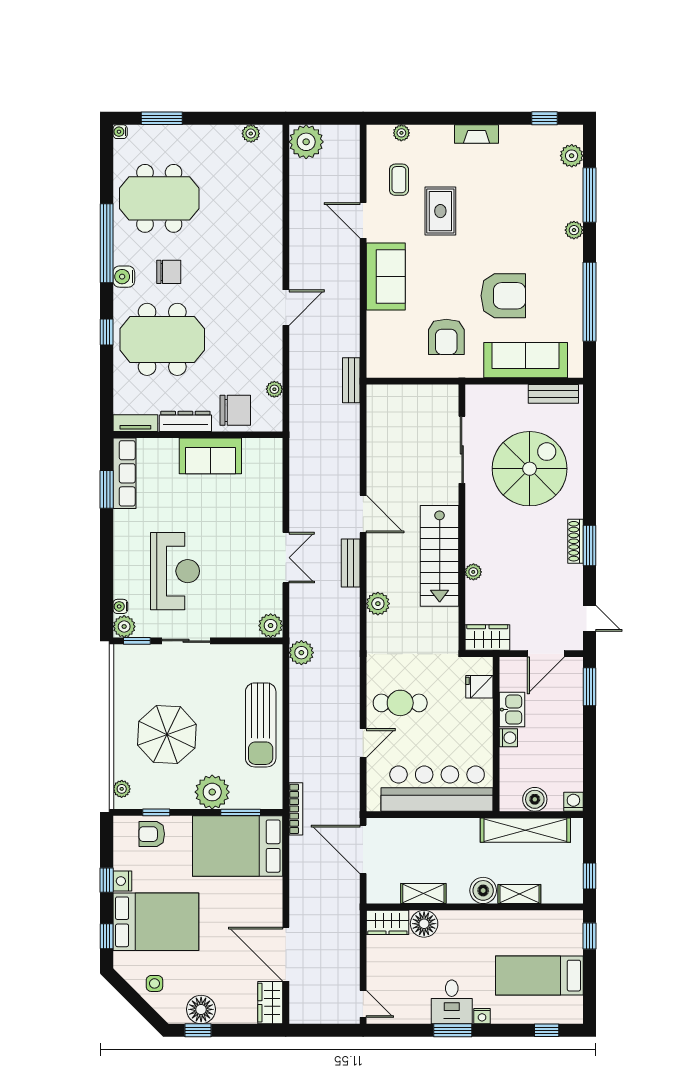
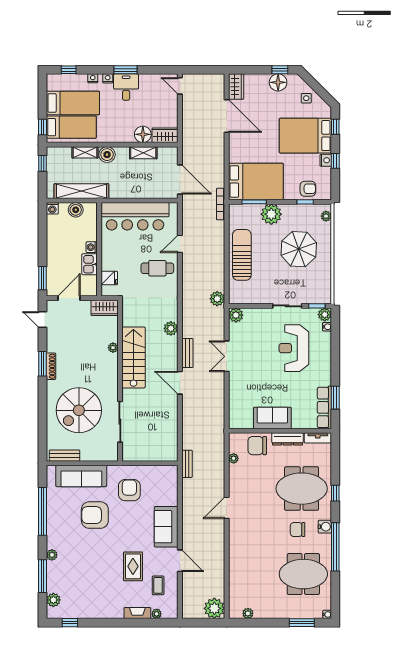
fireplace: (477, 134) -> (137, 613), moved
bed: (542, 936) -> (71, 127), added
nightstand: (507, 1016) -> (93, 78), added

